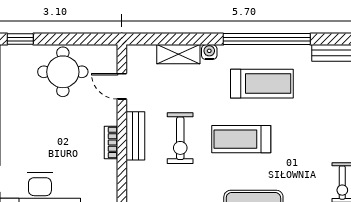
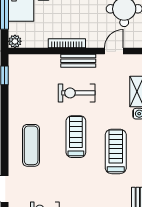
treadmill: (262, 84) -> (116, 151), turned 180
bookcase: (111, 142) -> (67, 43), width x1.56

